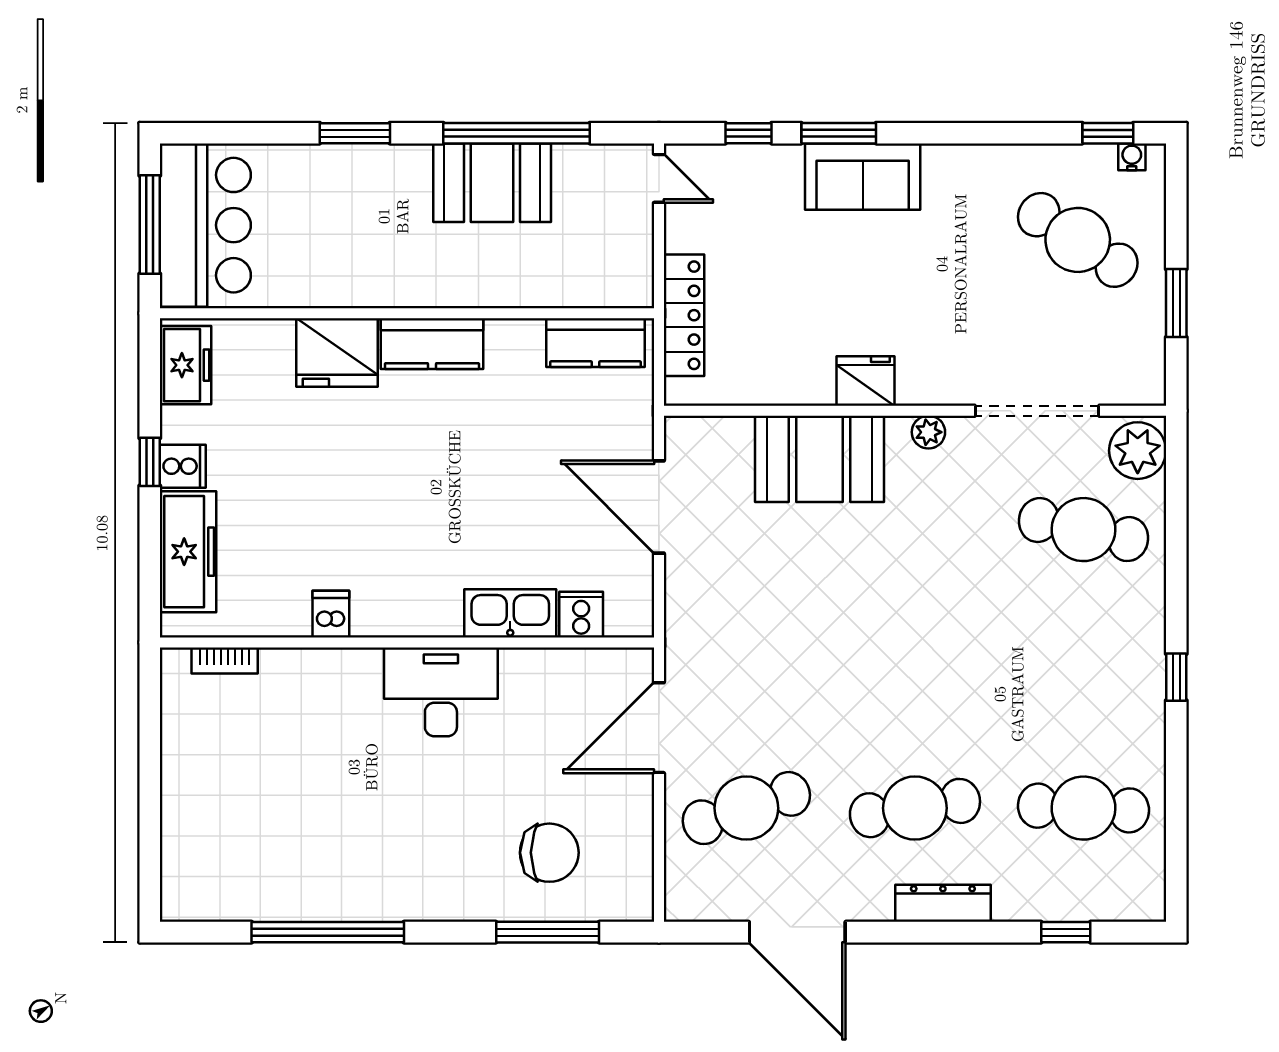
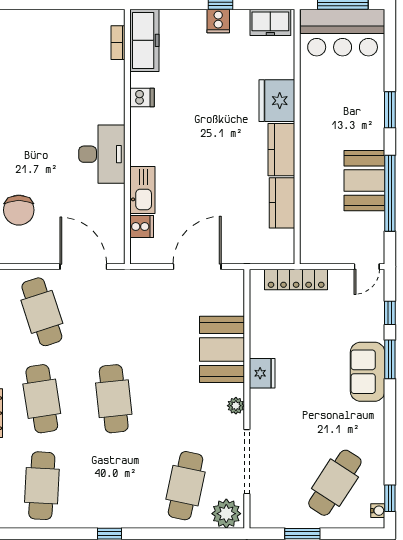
kitchen counter: (595, 343) -> (282, 203), moved
freezer: (188, 552) -> (144, 40), moved, turned -90
cafe table: (915, 669) -> (114, 399), added

